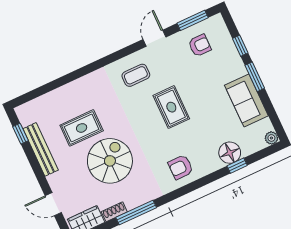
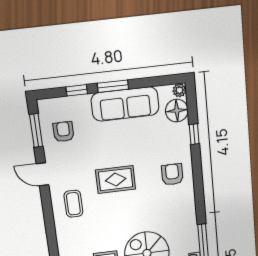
sofa: (246, 101) -> (125, 104), width x1.36
floor lamp: (230, 153) -> (177, 111), moved
armchair: (181, 167) -> (172, 174), moved, turned 180

